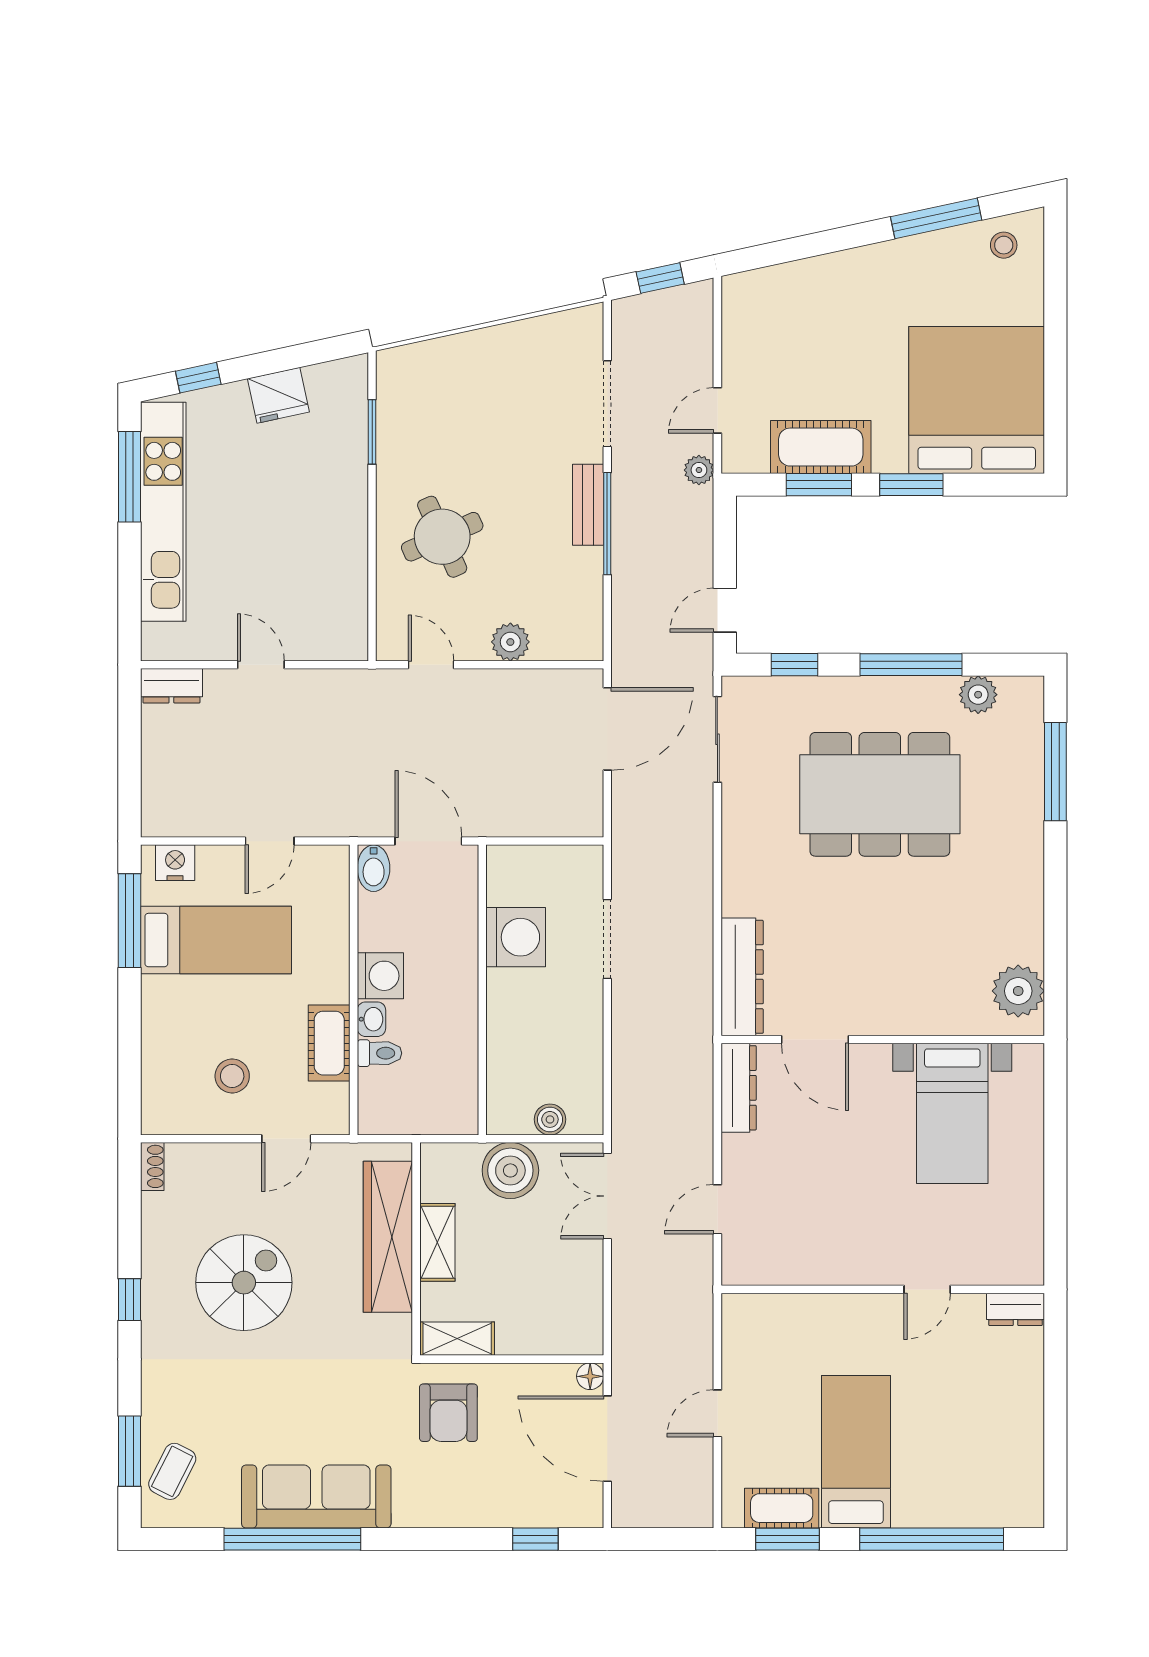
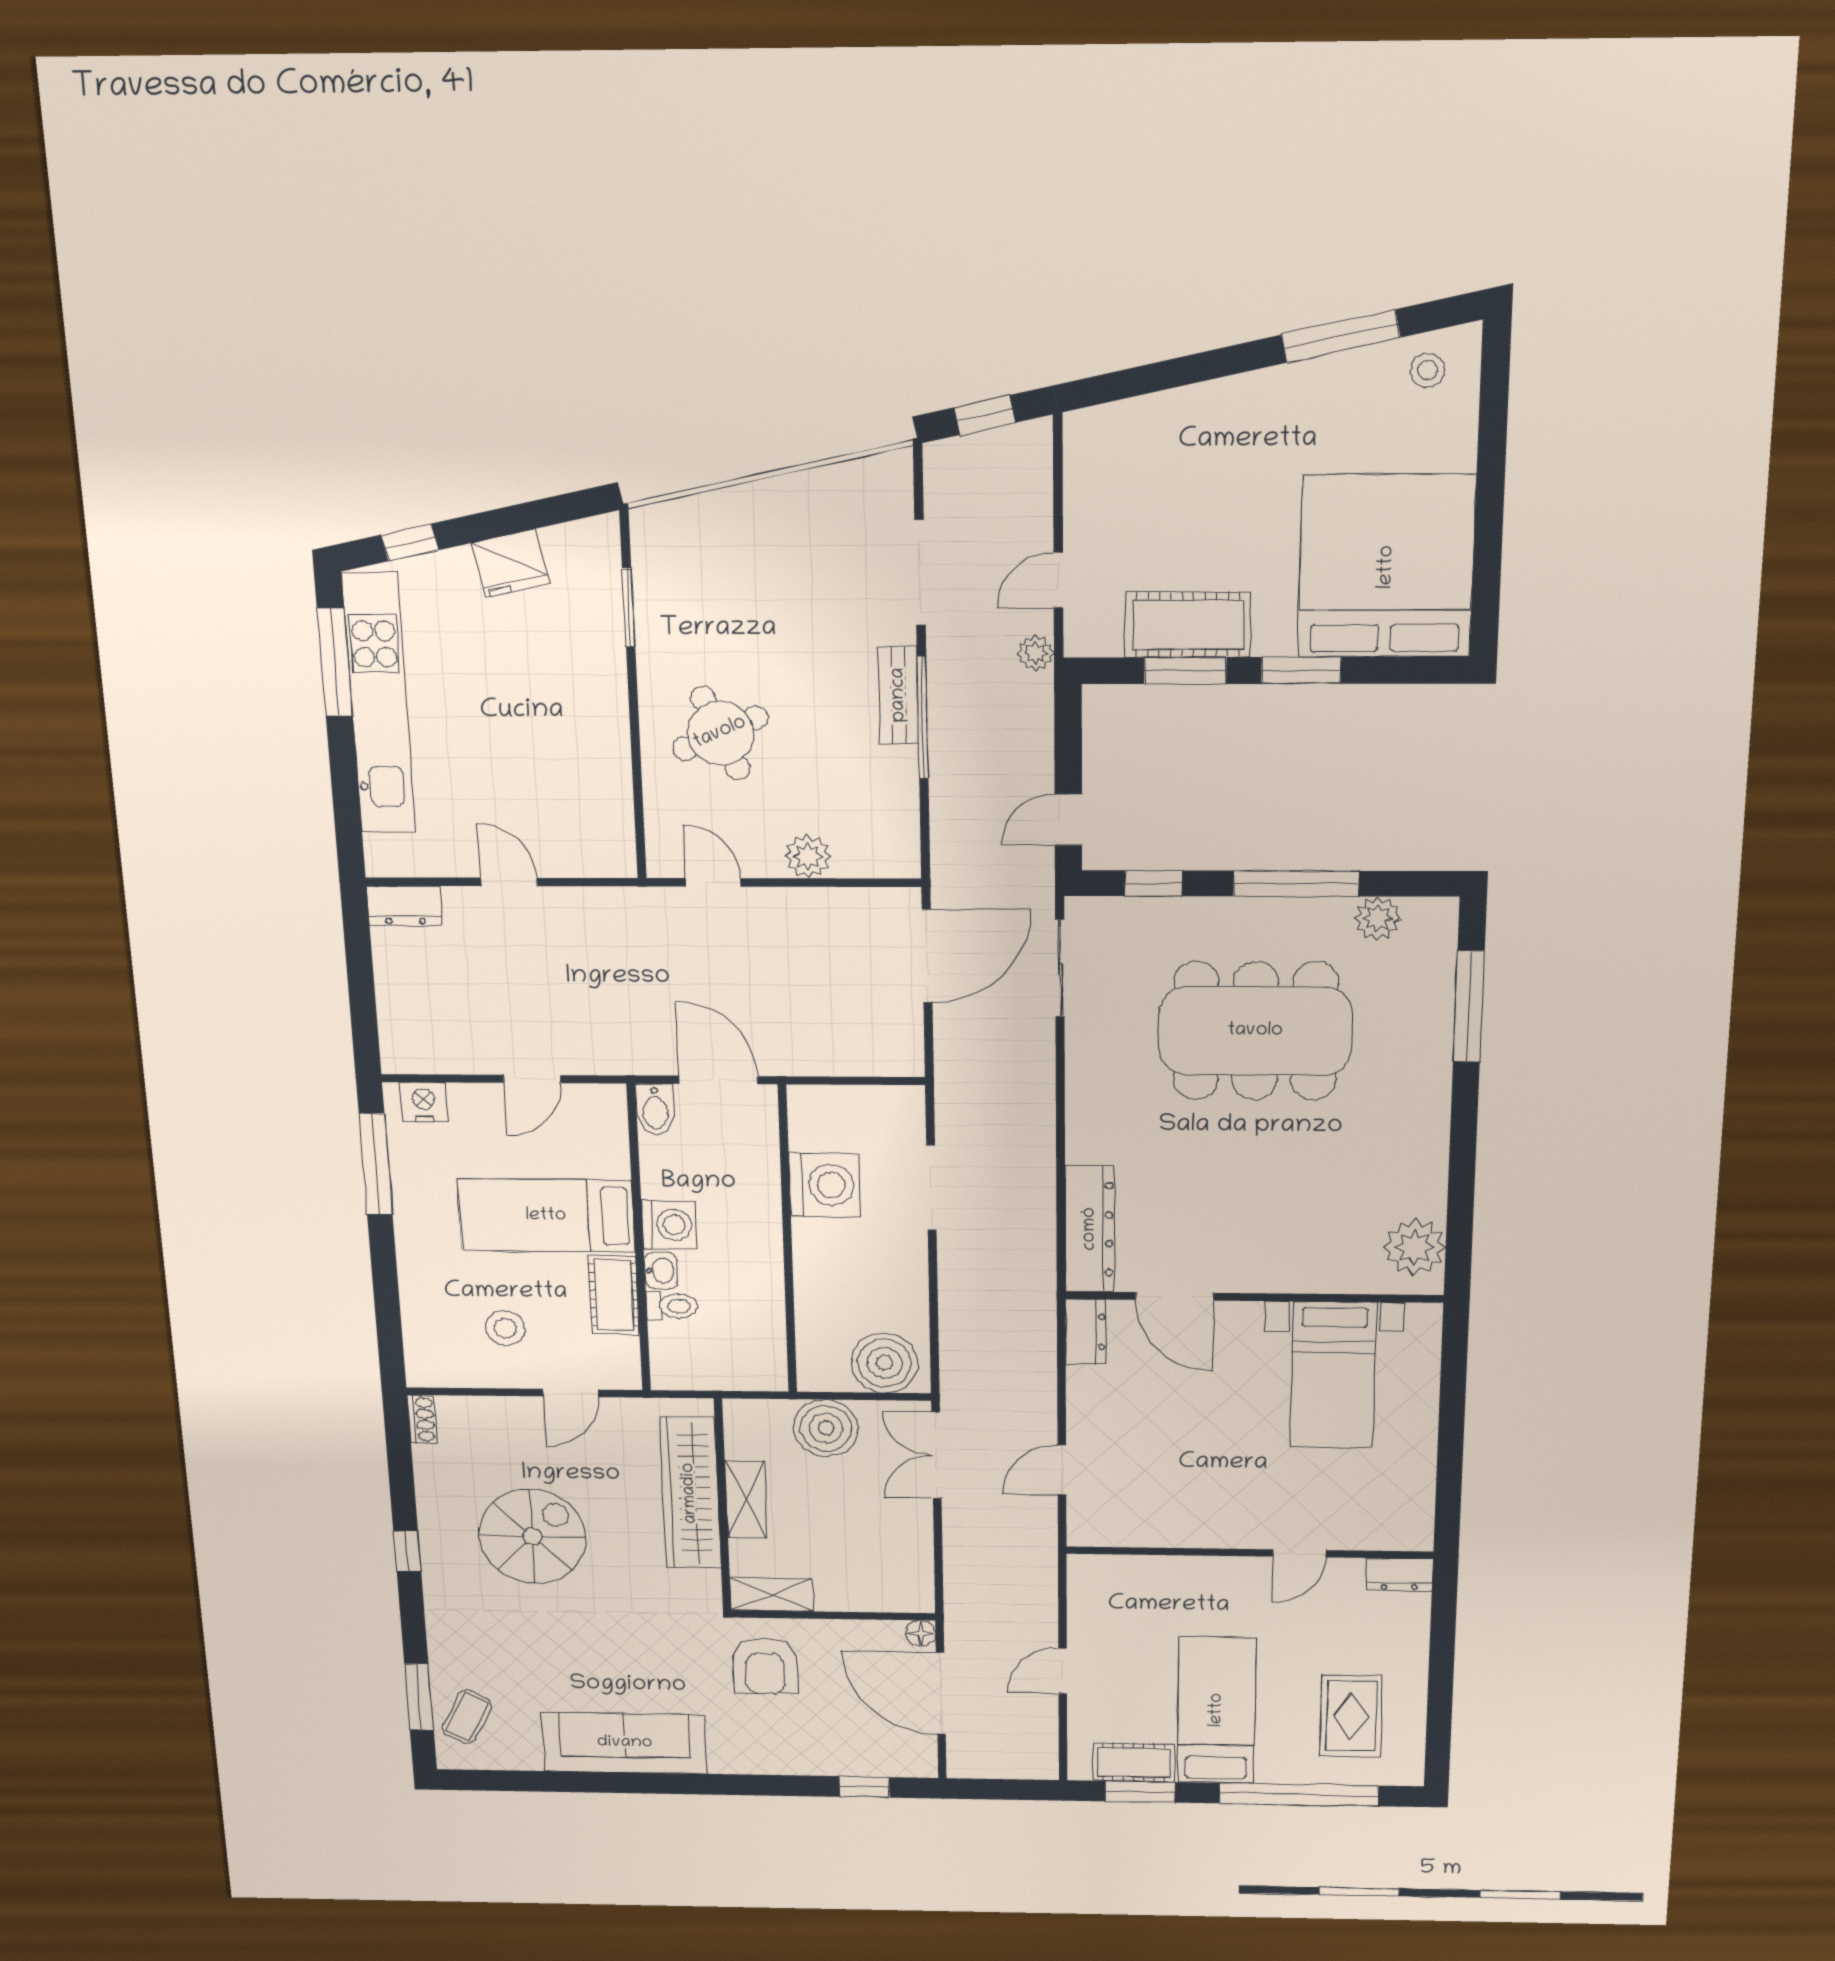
bed: (216, 940) -> (546, 1216), moved, turned 180
dresser: (739, 1088) -> (1086, 1332), width x0.70
boiler: (550, 1119) -> (884, 1363), width x1.86, depth x1.86
rug: (977, 1455) -> (1351, 1716), added
window: (292, 1539) -> (601, 1782), removed

